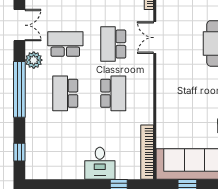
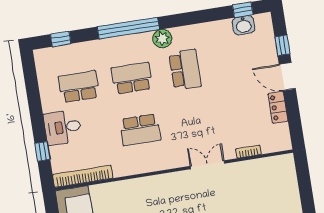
double door: (19, 25) -> (197, 17), removed
school desk: (113, 44) -> (79, 87), moved

